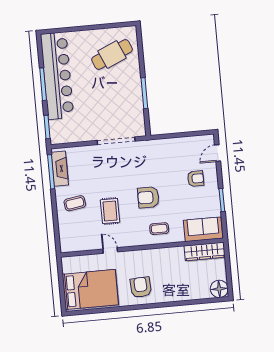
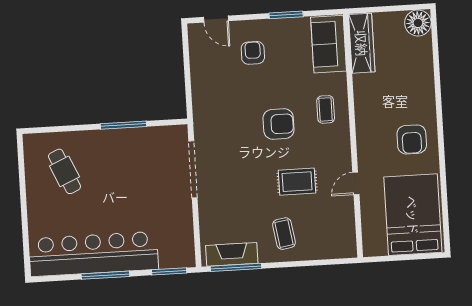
cafe table: (112, 54) -> (64, 171), width x0.73, depth x0.74
armchair: (148, 197) -> (279, 124), turned -90
armchair: (141, 287) -> (412, 139), turned -87

